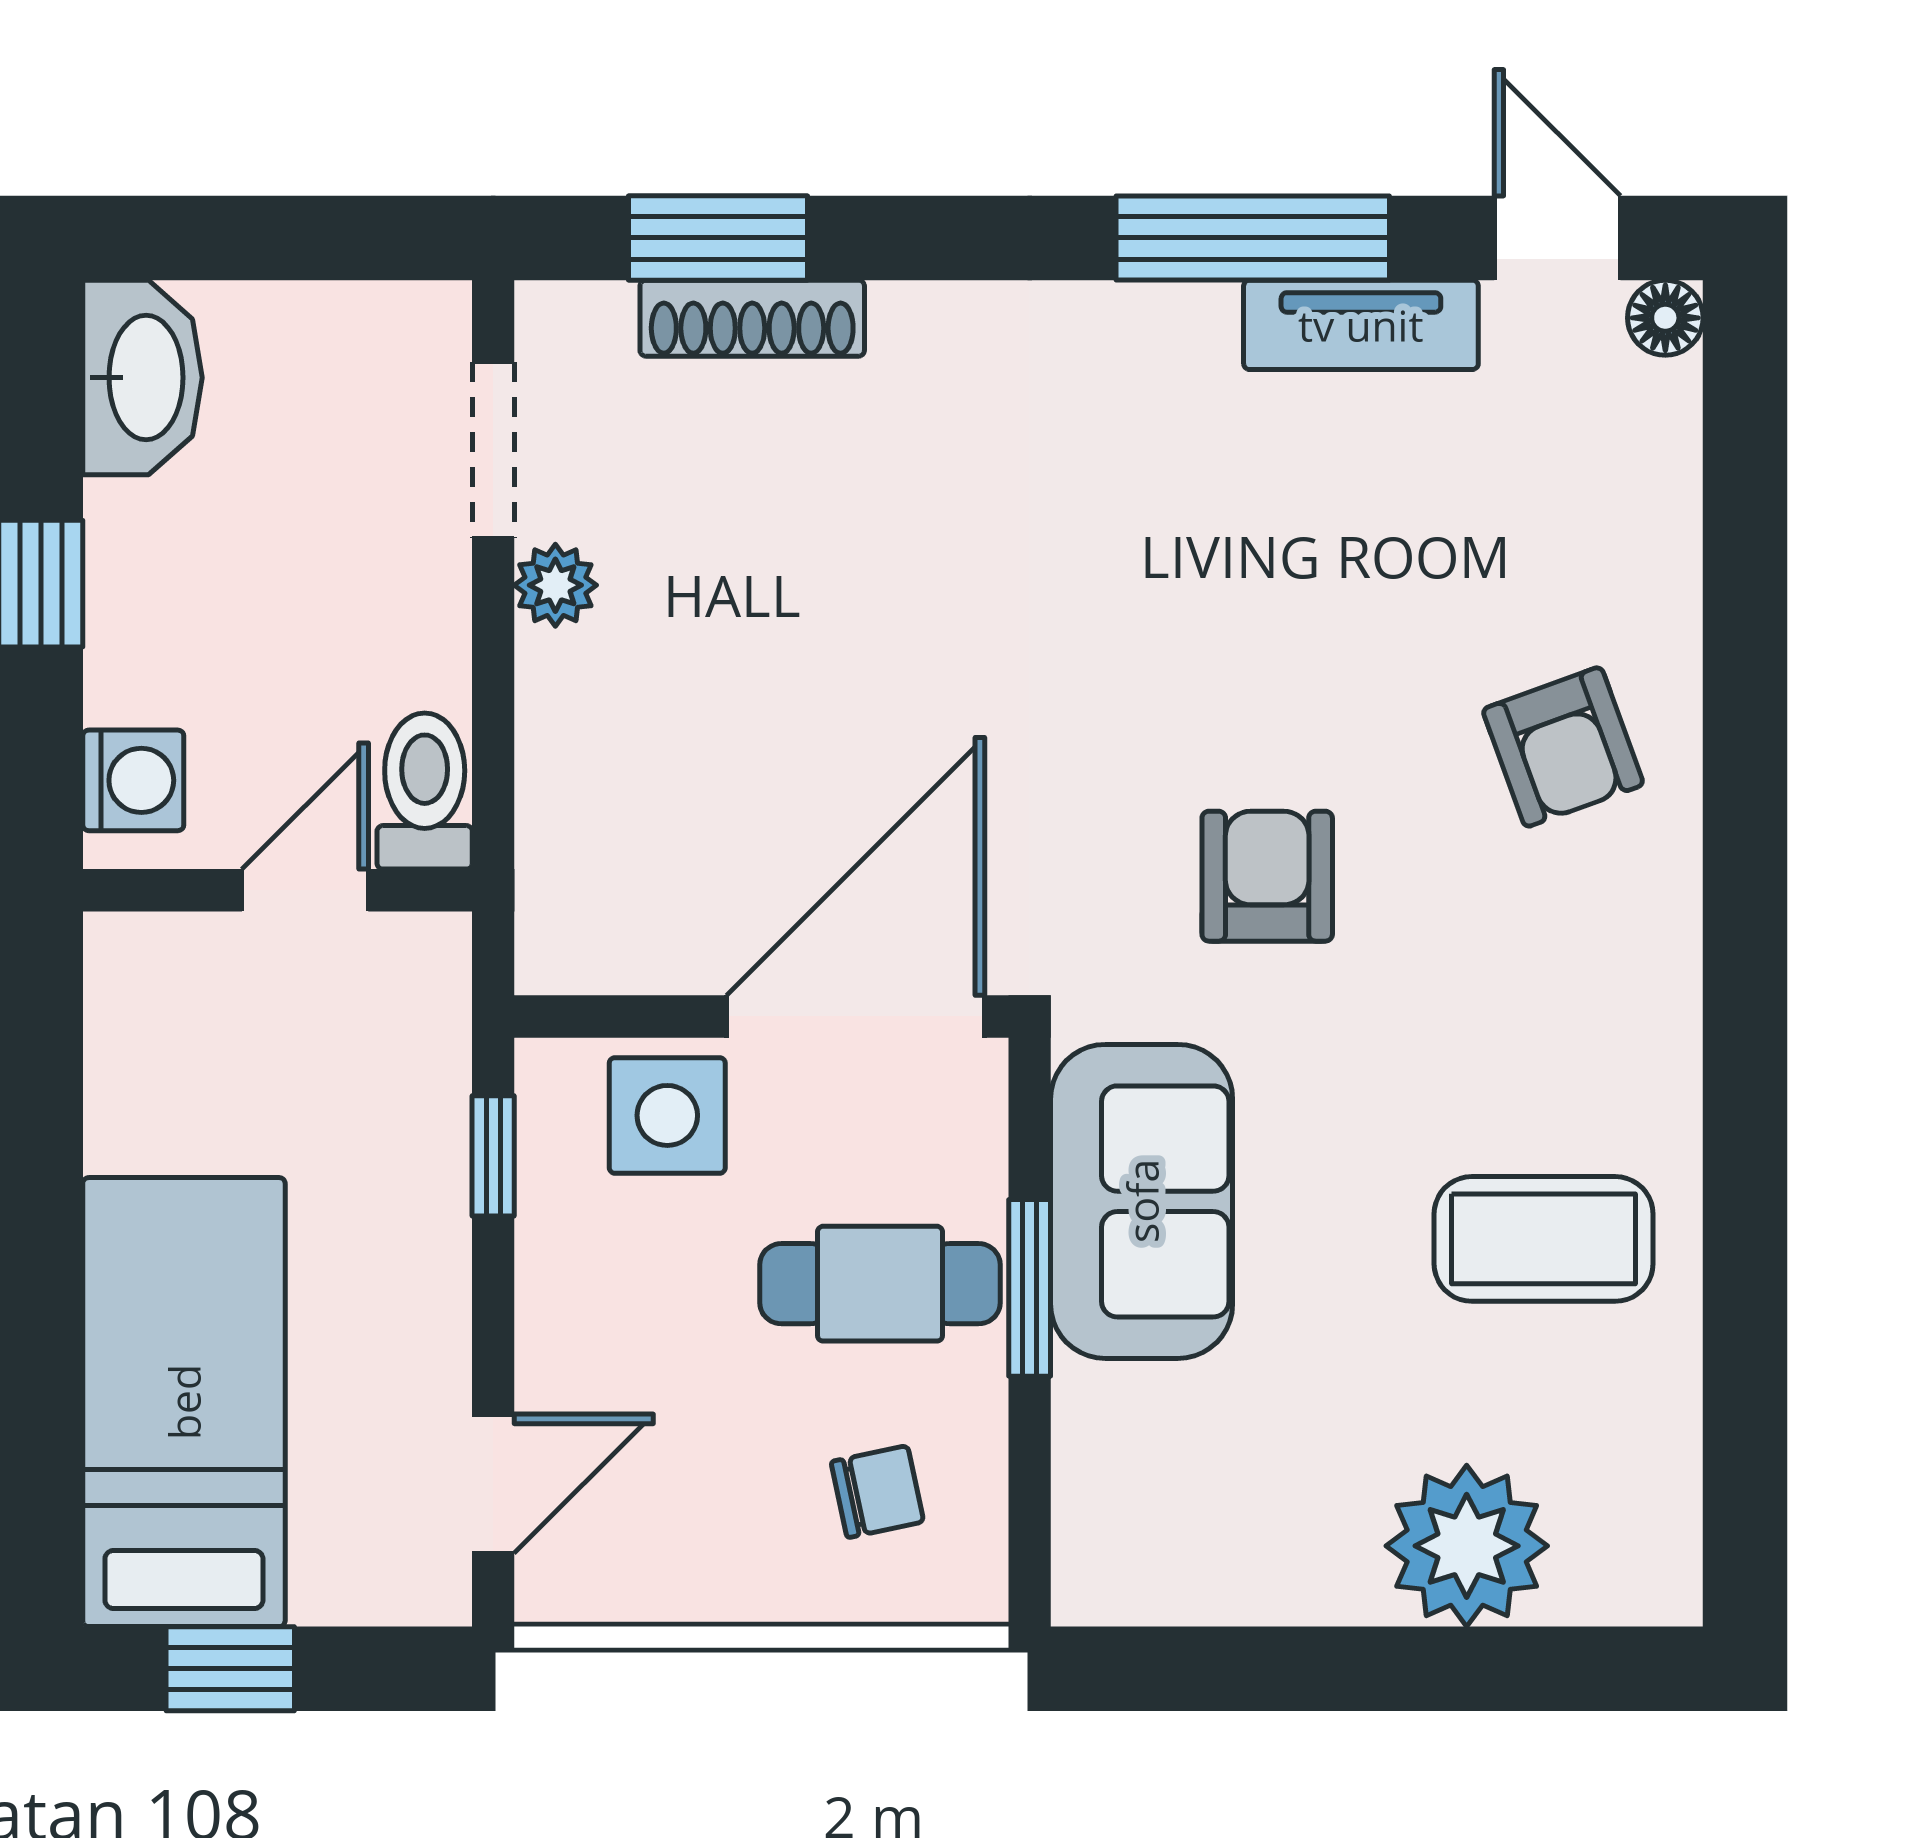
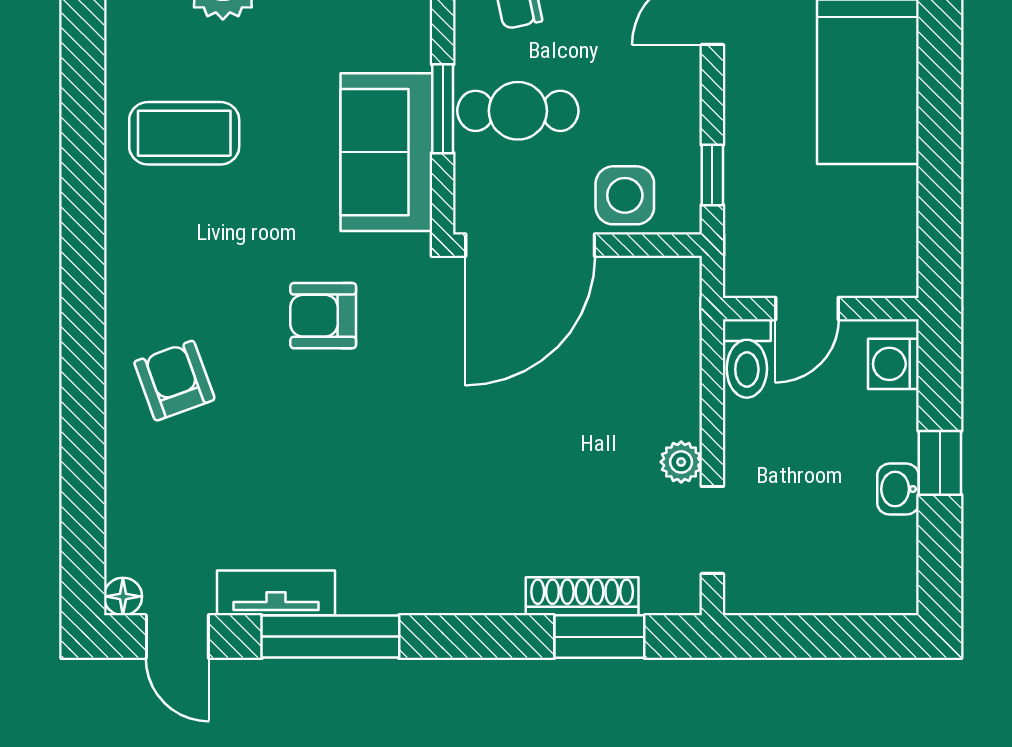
washbasin: (142, 378) -> (898, 489), moved, width x0.52, depth x0.69
armchair: (1267, 876) -> (323, 316), turned 90

